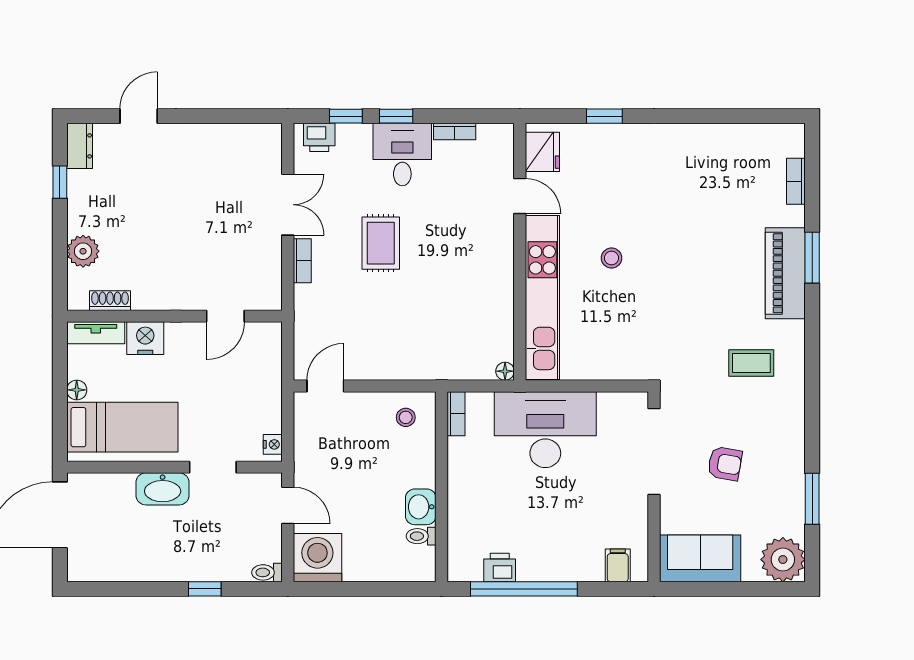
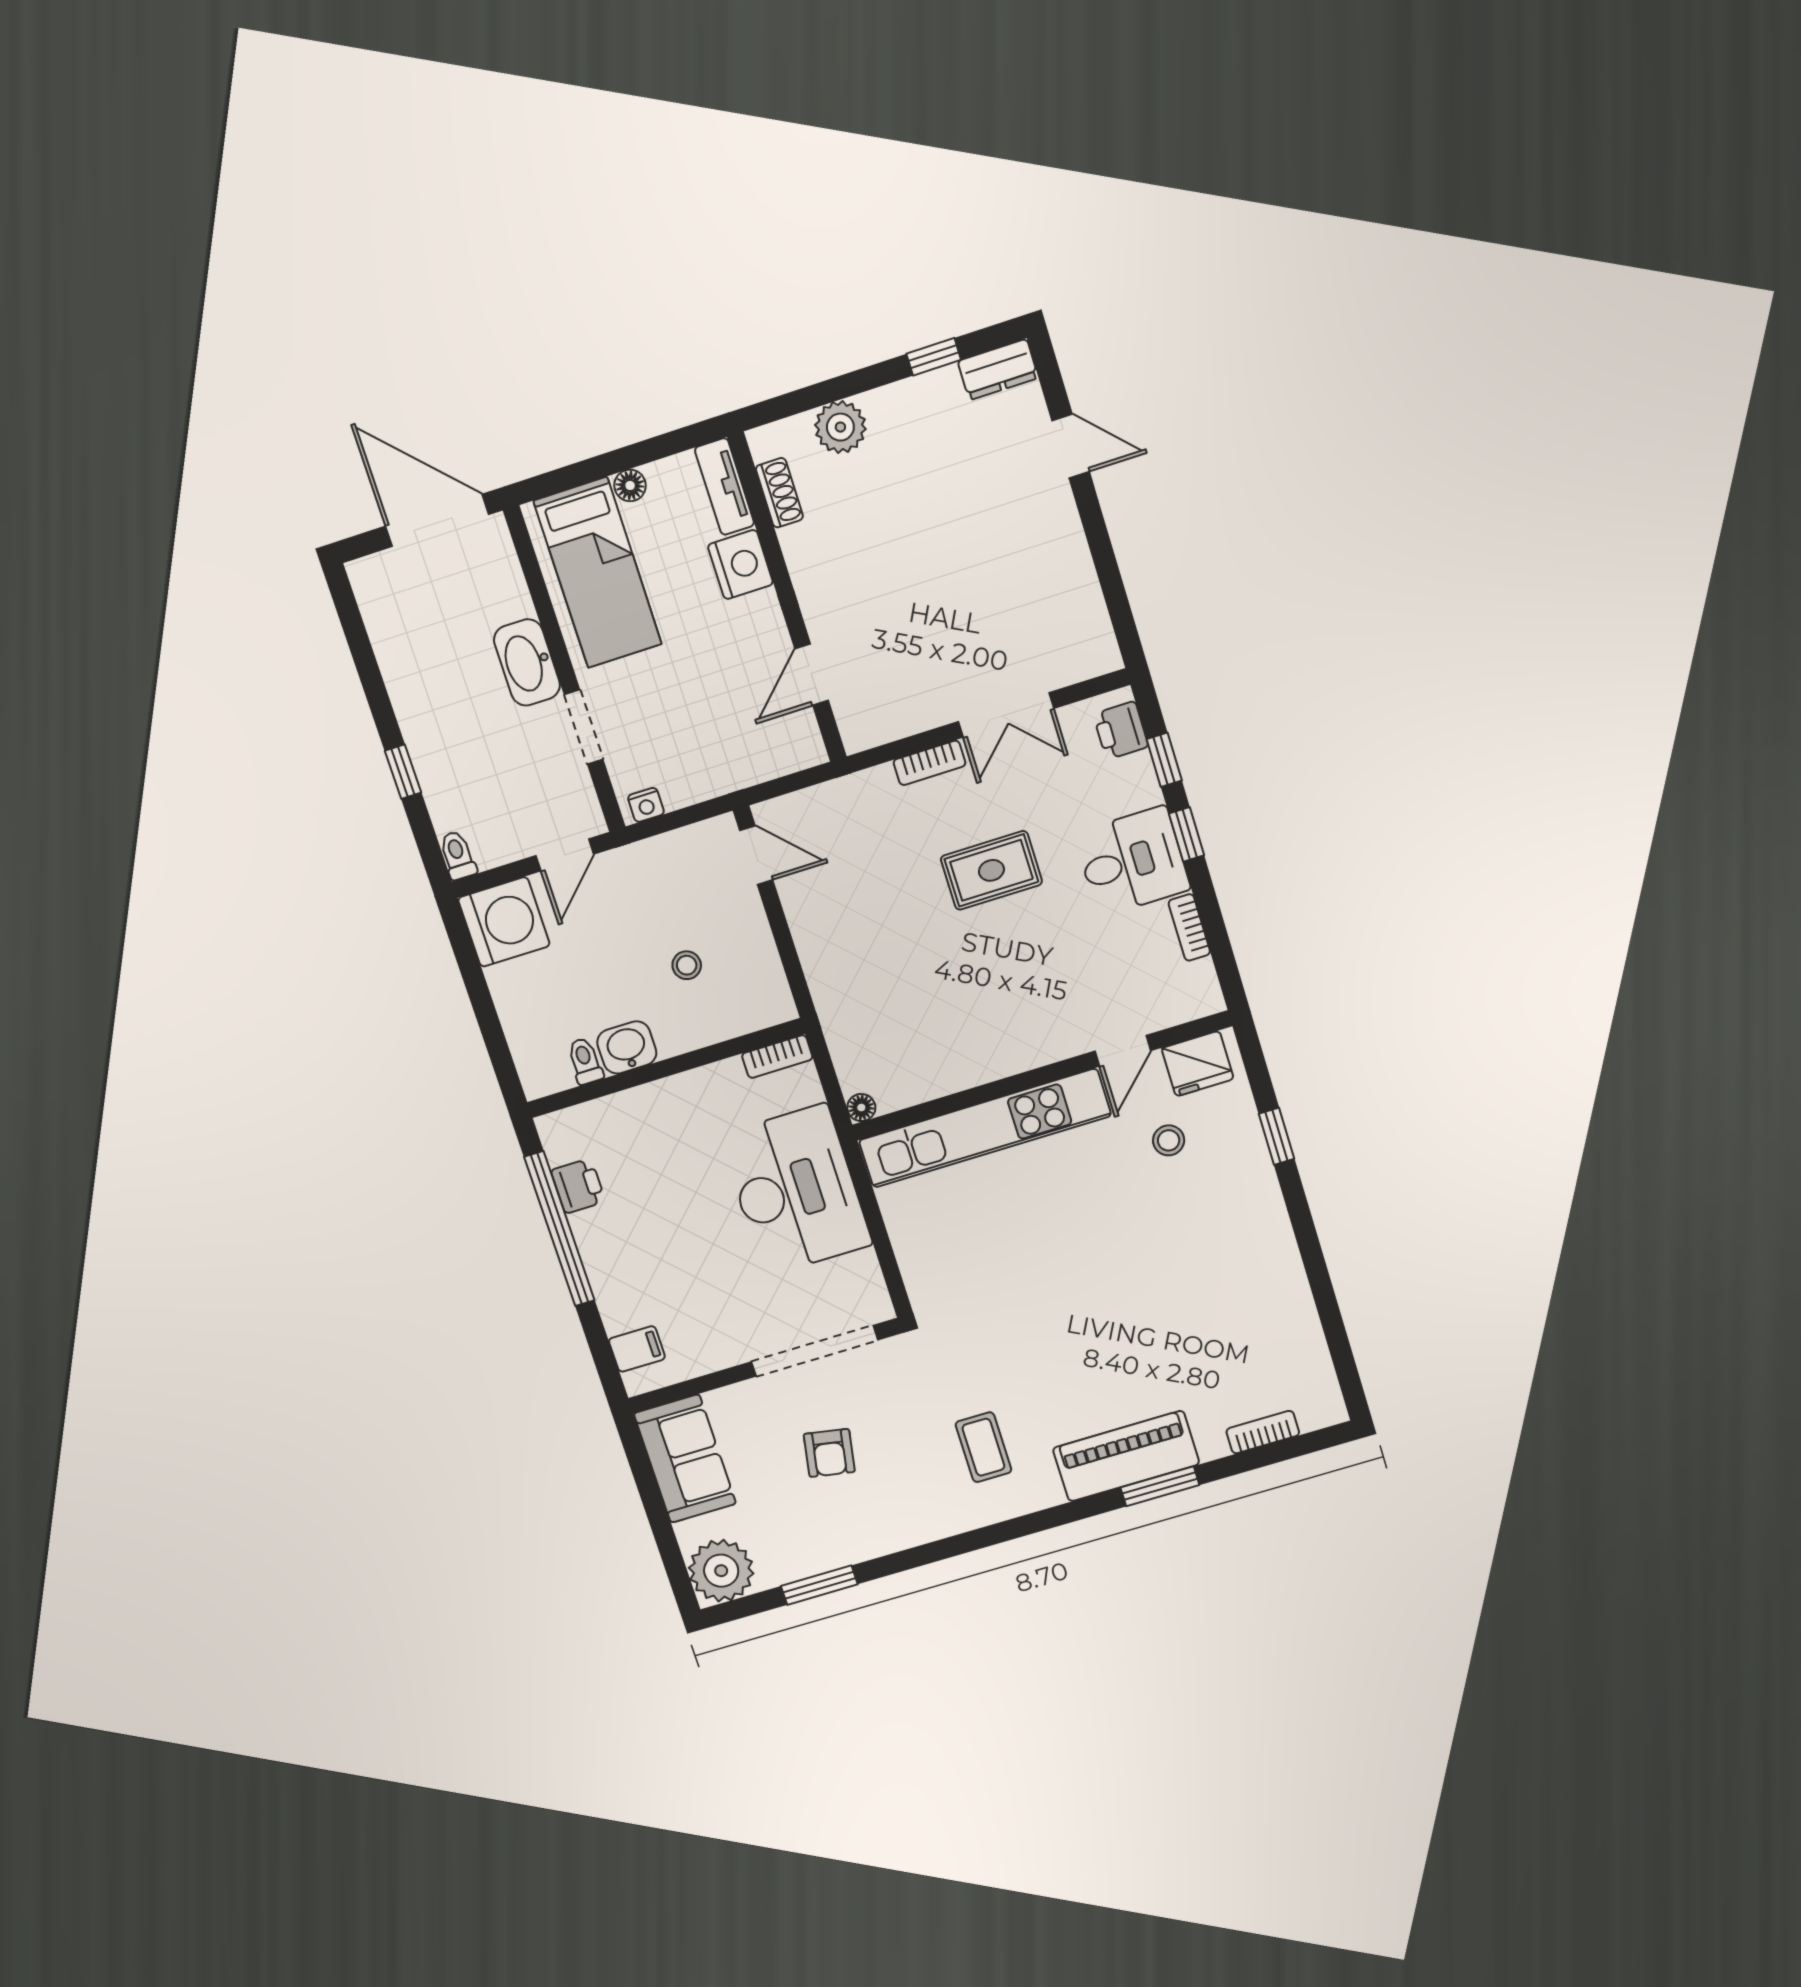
stool: (612, 258) -> (1169, 1140), moved
door: (225, 316) -> (812, 675), hinge flipped
stool: (406, 417) -> (687, 965), moved

